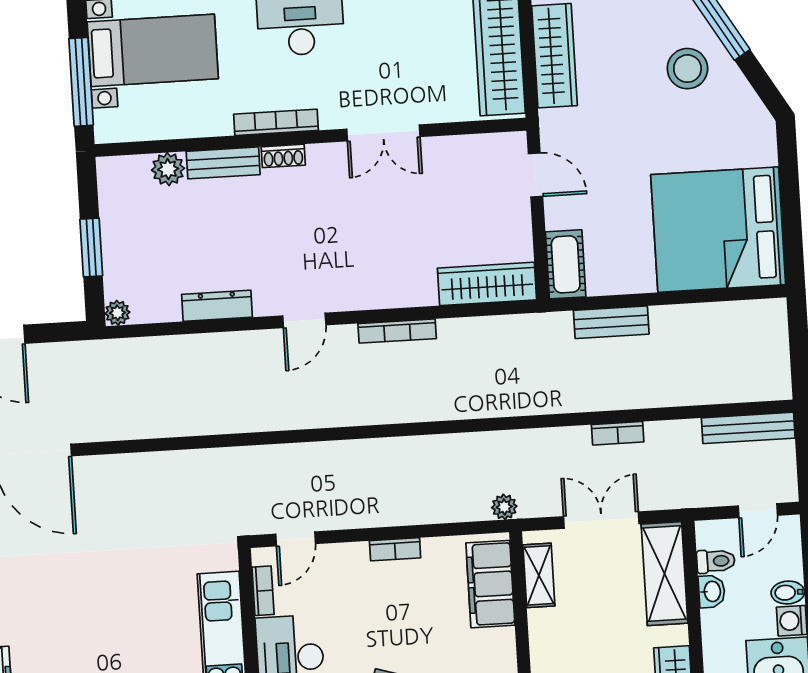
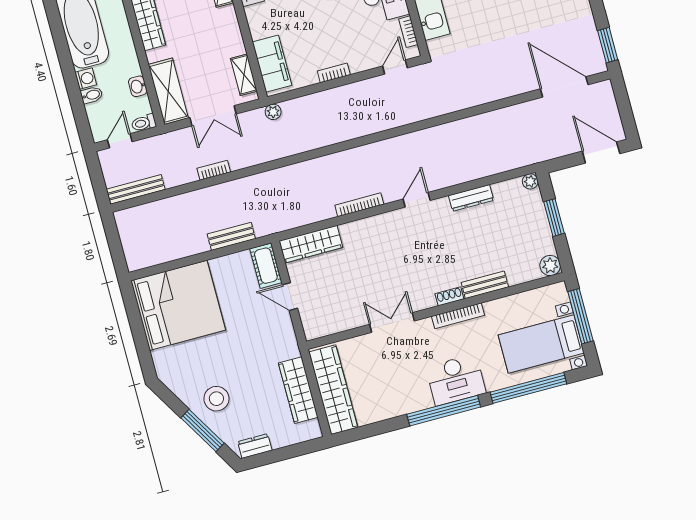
plant: (168, 169) -> (550, 266), moved
door: (535, 175) -> (290, 297), moved
toilet: (716, 561) -> (144, 123), moved

